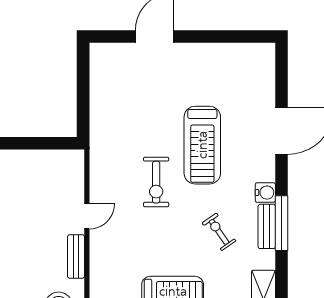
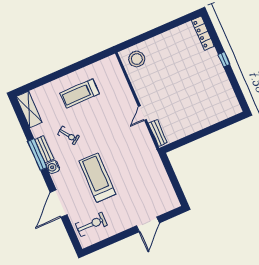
exercise bike: (156, 182) -> (91, 224), moved, turned 90
bench: (76, 256) -> (158, 133), moved

